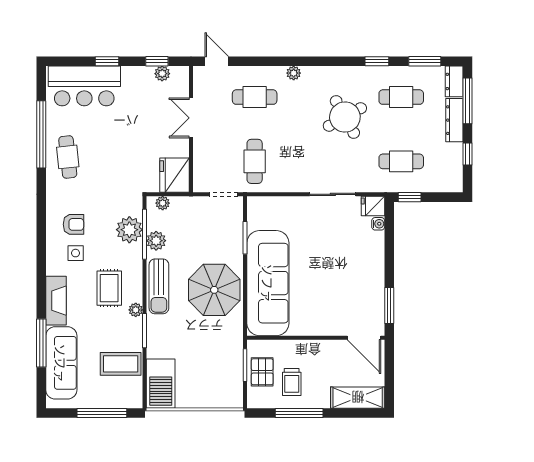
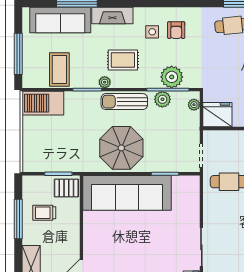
pallet: (262, 372) -> (66, 188), moved

